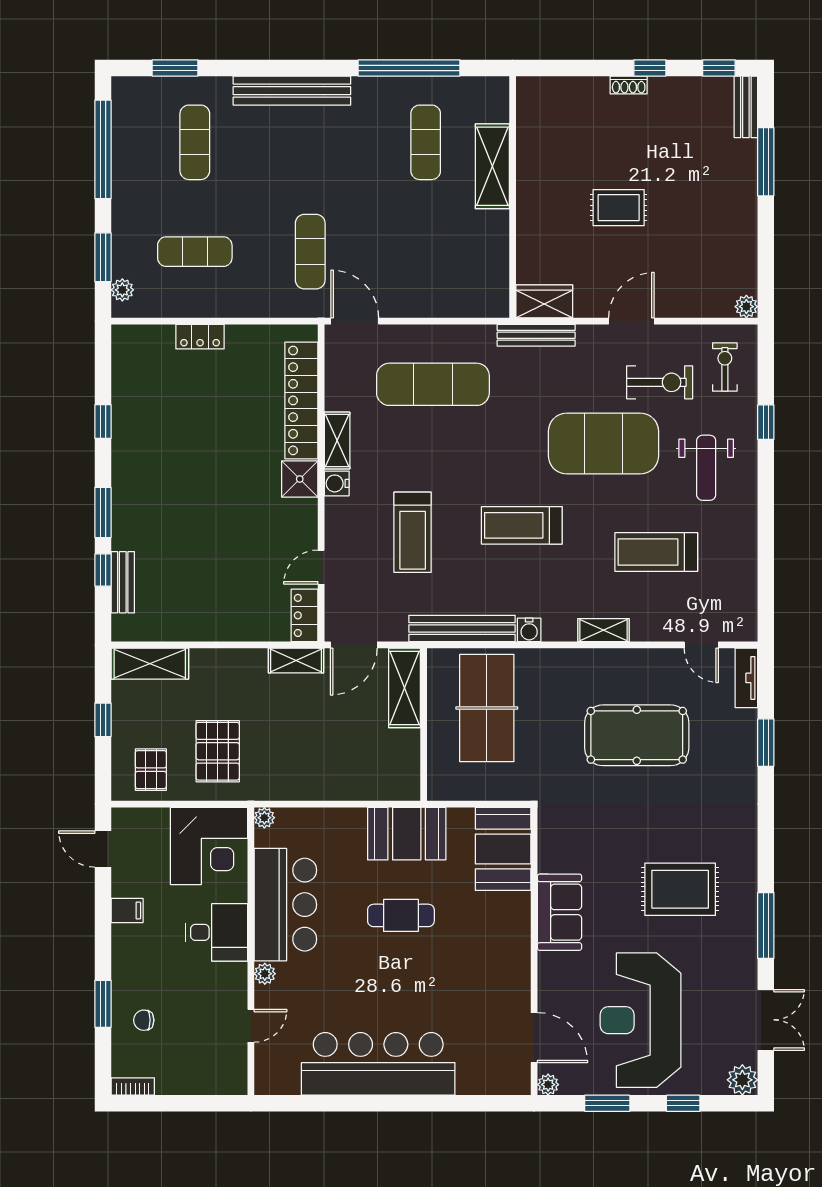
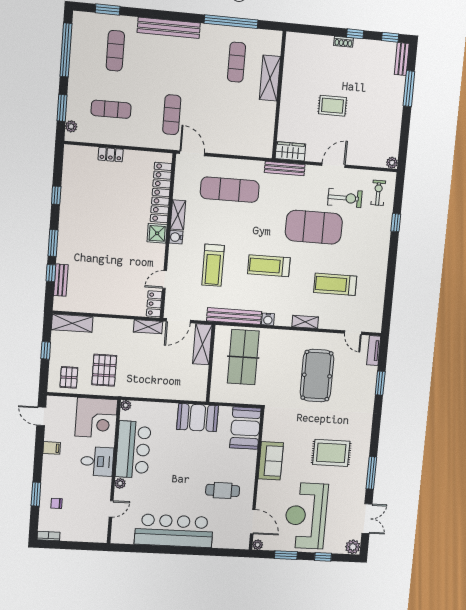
weight bench: (706, 468) -> (364, 243), removed
pool table: (637, 735) -> (317, 376), turned 90
cafe table: (401, 915) -> (223, 490), moved

